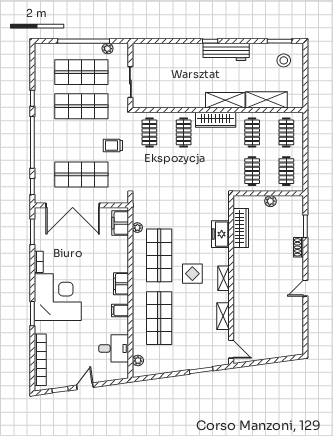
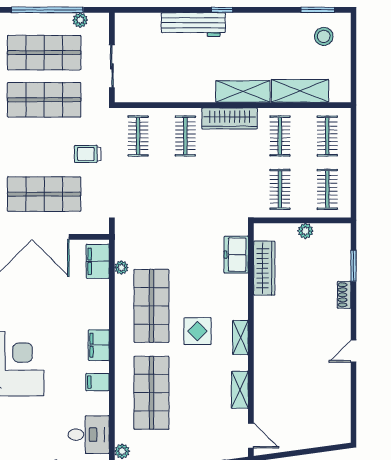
workbench: (226, 52) -> (193, 25), moved
freezer: (220, 234) -> (236, 255), moved

